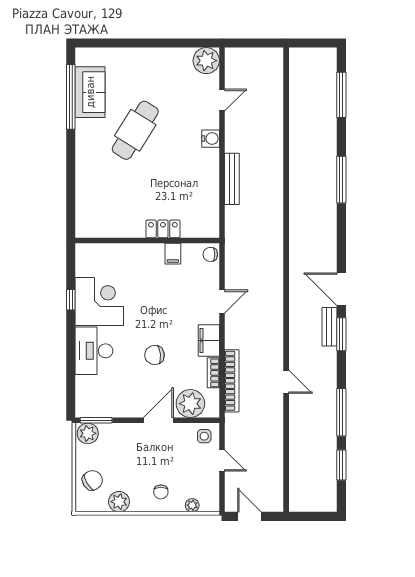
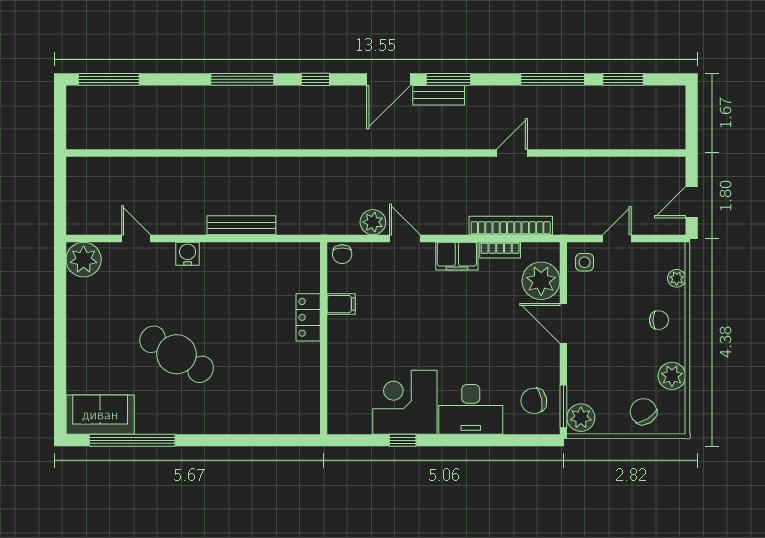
sofa: (90, 92) -> (100, 415), moved
window: (341, 95) -> (109, 79), moved
window: (341, 234) -> (315, 79), added
plant: (234, 277) -> (373, 222), added
chair: (154, 355) -> (534, 401), moved, turned 83

